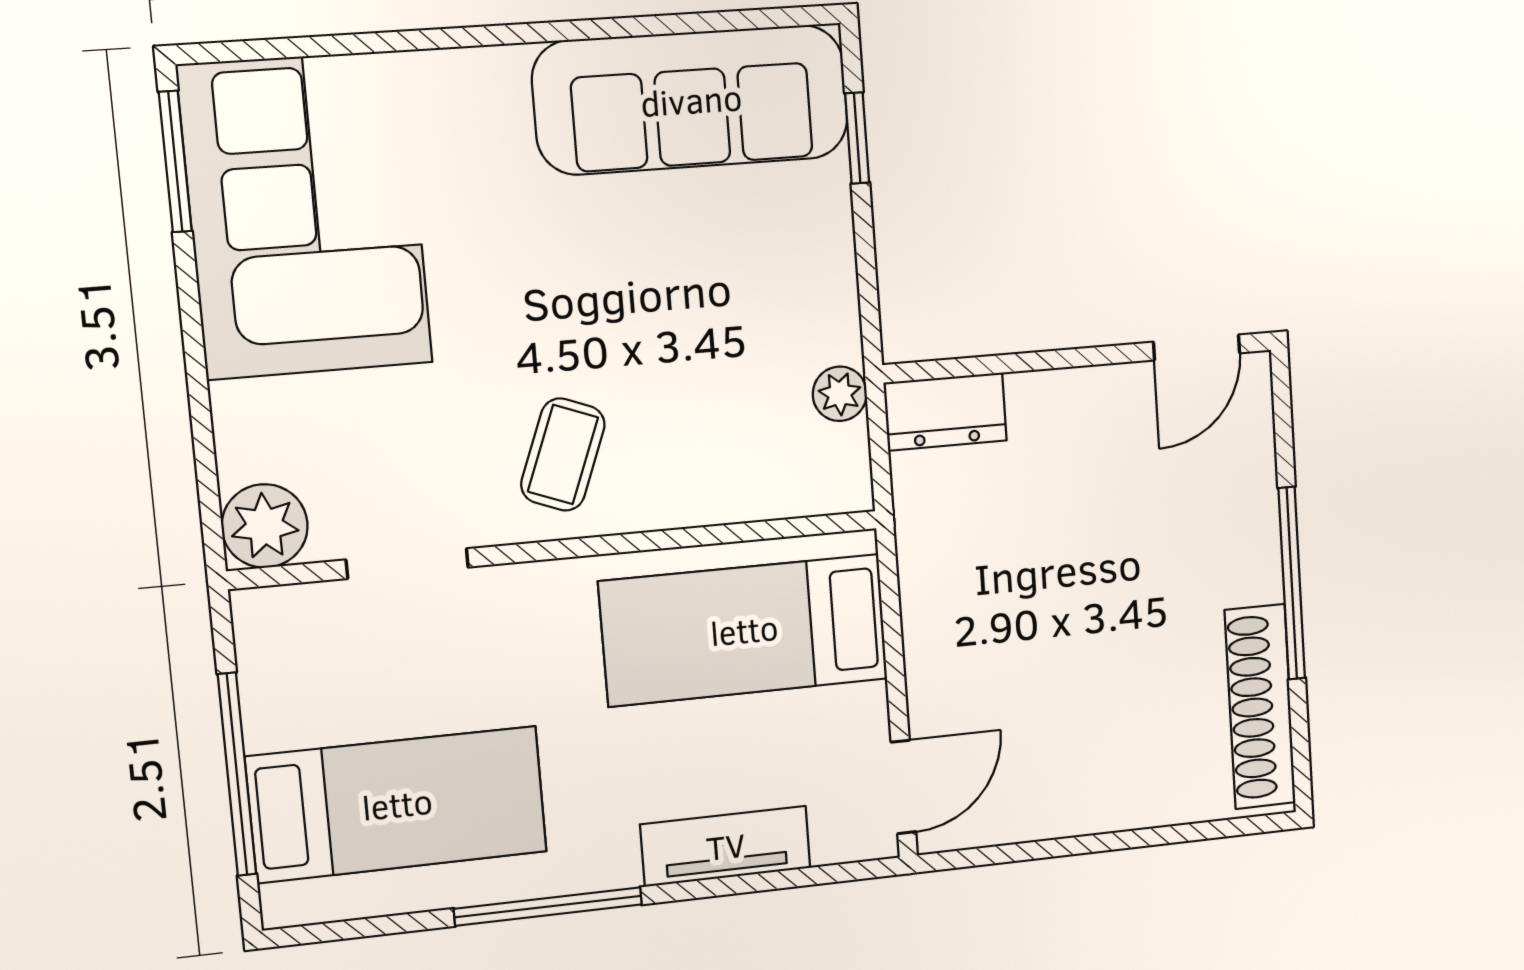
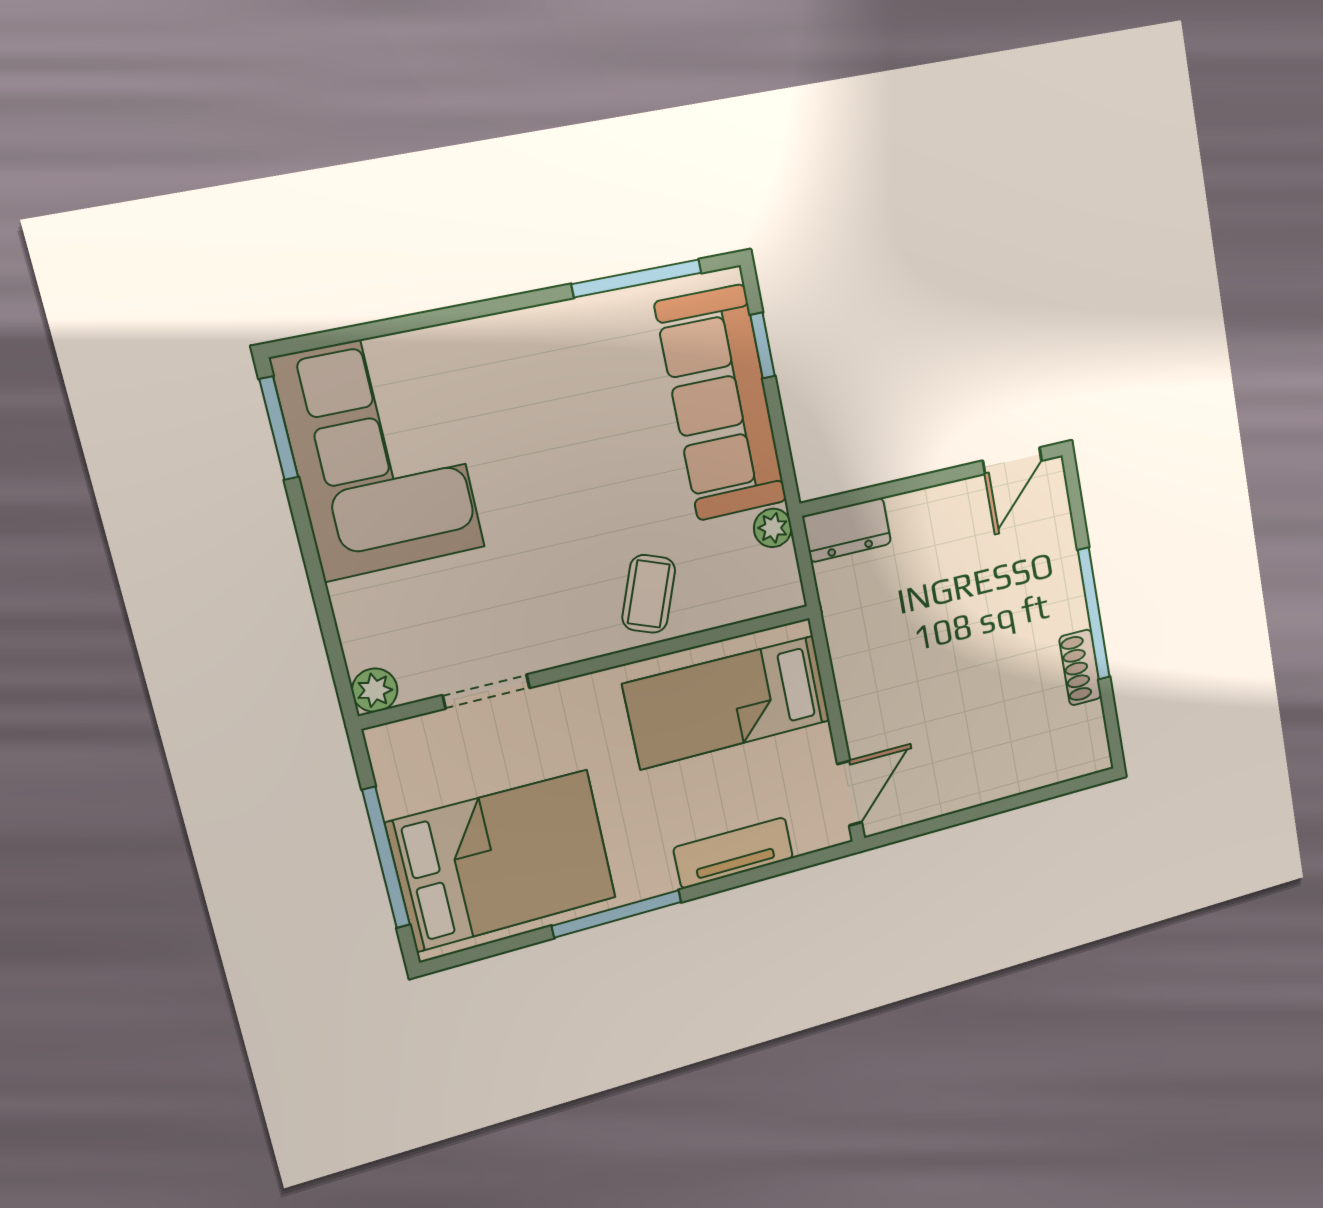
window: (692, 23) -> (637, 278), added
sofa: (691, 100) -> (721, 403), moved, turned 90
coffee table: (563, 455) -> (649, 594), moved
plant: (265, 526) -> (375, 690), width x0.73, depth x0.73
shoe rack: (1260, 707) -> (1080, 667), width x0.51, depth x0.81
bed: (397, 804) -> (502, 861), width x1.50

